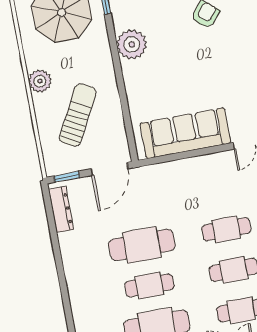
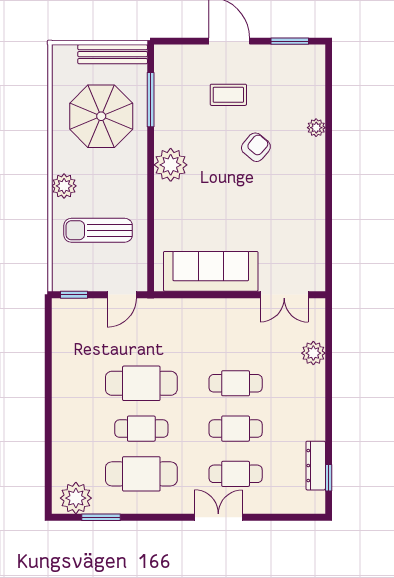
sun lounger: (78, 115) -> (98, 230), turned -118
door: (110, 169) -> (122, 295), width x0.73
dresser: (61, 209) -> (61, 329), removed

